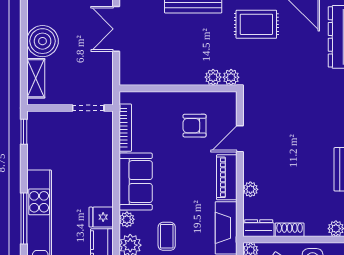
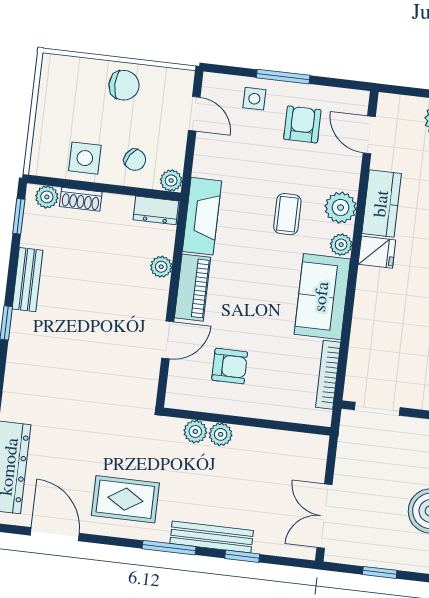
double door: (116, 29) -> (324, 516), swing flipped
plant: (231, 77) -> (221, 434), moved
shoe rack: (290, 230) -> (81, 199), moved

